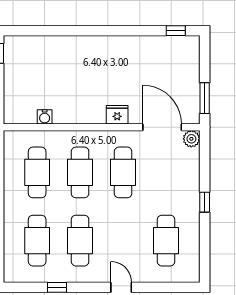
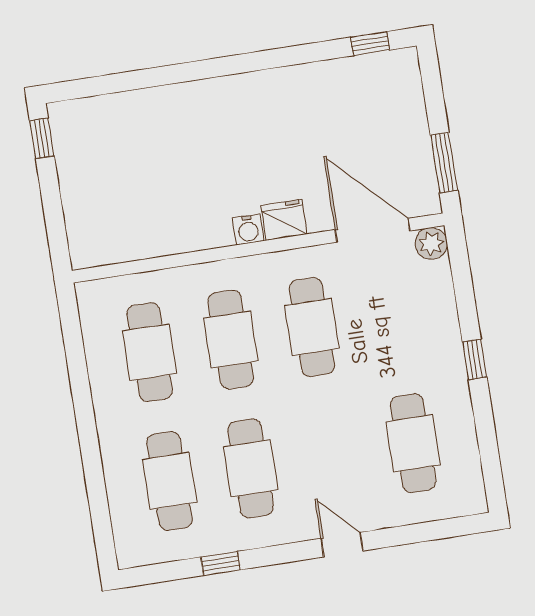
water cooler: (45, 117) -> (248, 229), moved

